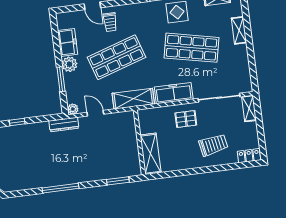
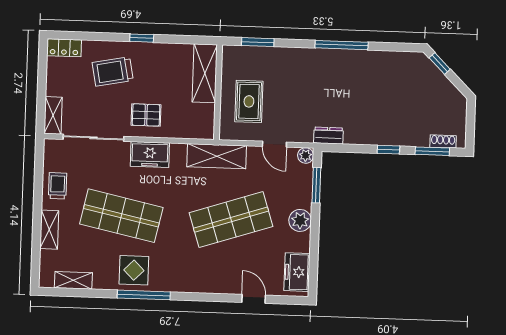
trolley: (110, 22) -> (58, 186), moved
freezer: (68, 42) -> (297, 272), moved
window: (61, 79) -> (316, 185), moved
freezer: (174, 93) -> (150, 155), width x0.71
dresser: (64, 125) -> (328, 136), width x0.70
rug: (117, 140) -> (249, 101), added
window: (197, 171) -> (142, 38), added

